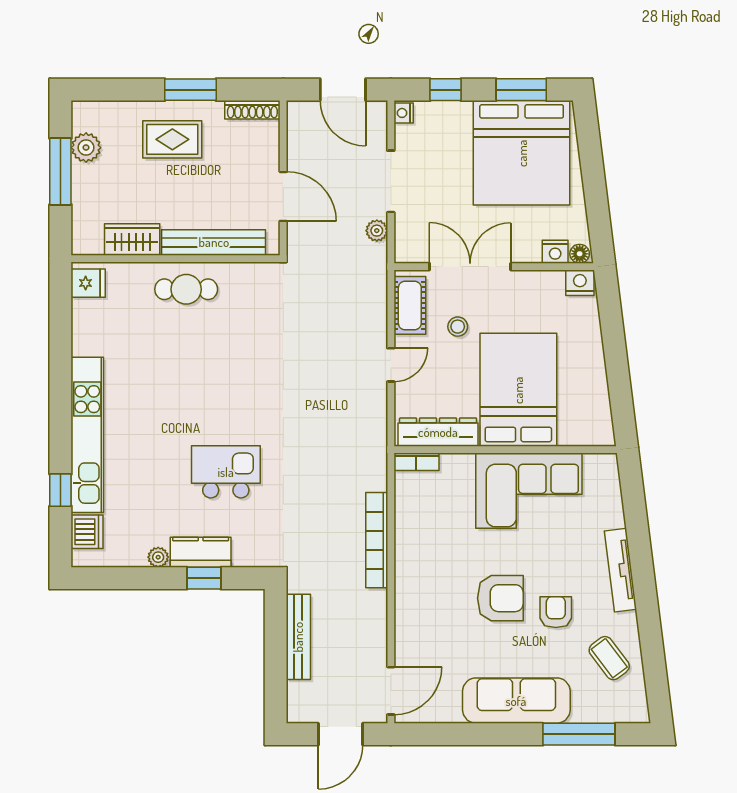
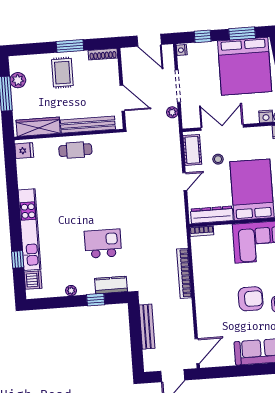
rug: (172, 139) -> (62, 73), turned 90
wardrobe: (132, 239) -> (38, 127), width x1.50
kitchen counter: (201, 552) -> (111, 285), moved

